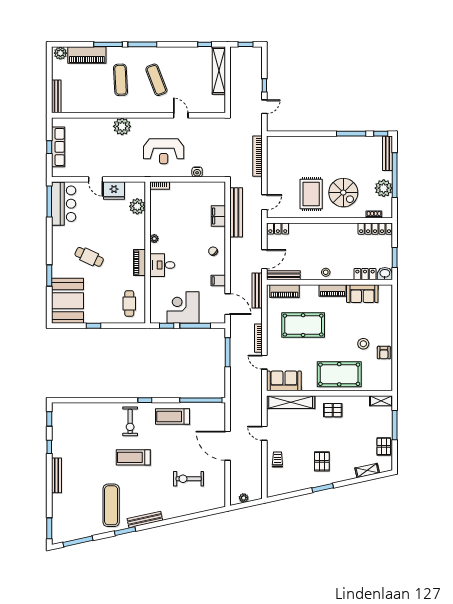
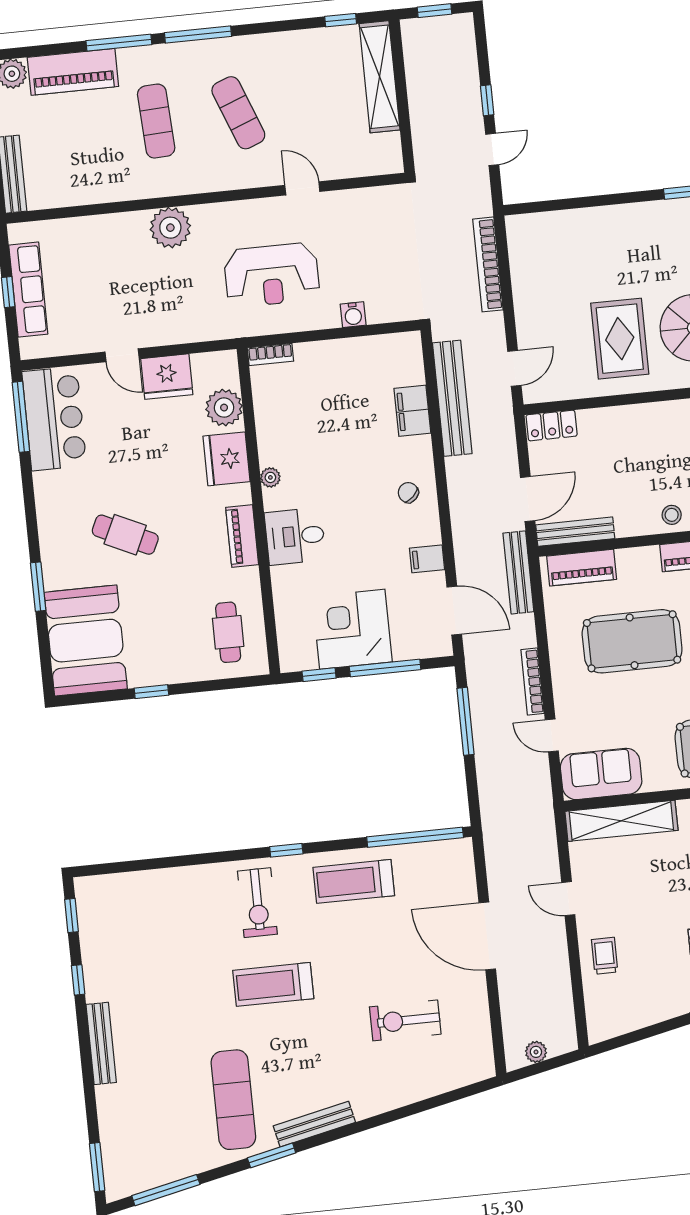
fridge: (136, 229) -> (227, 459), added

